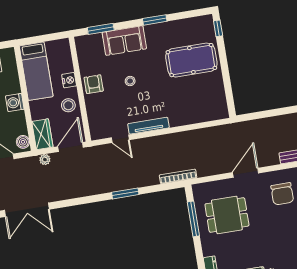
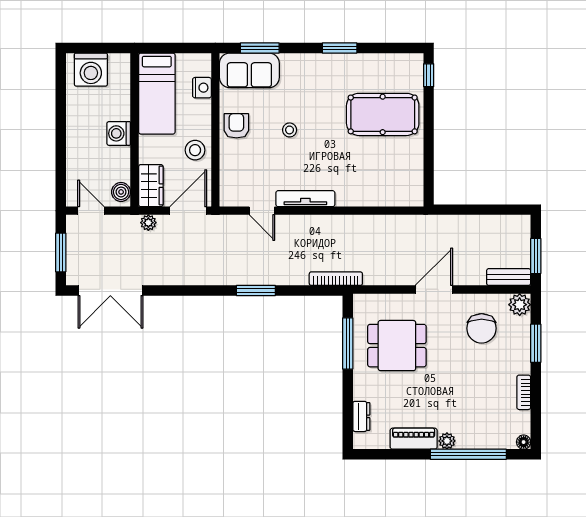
sofa: (124, 41) -> (249, 70), moved
nightstand: (69, 80) -> (202, 88), moved

